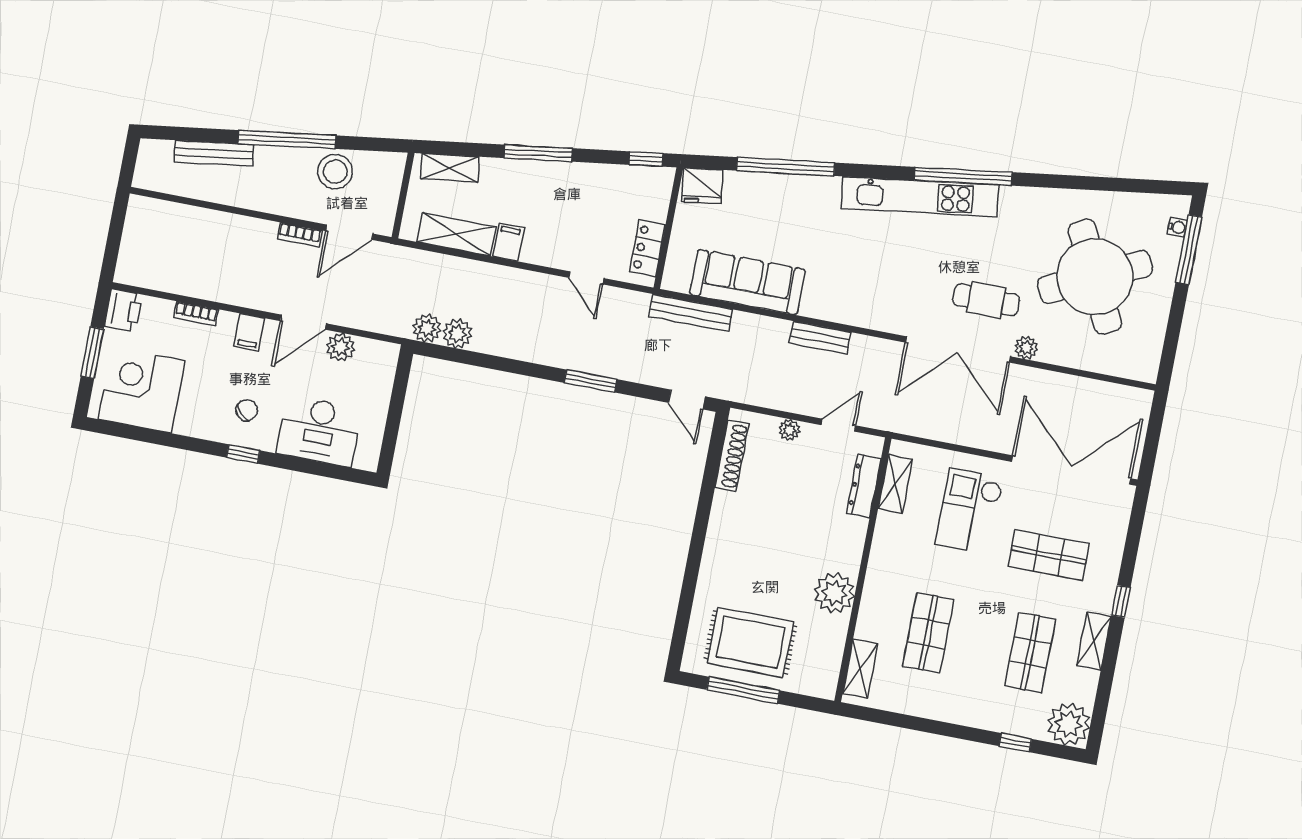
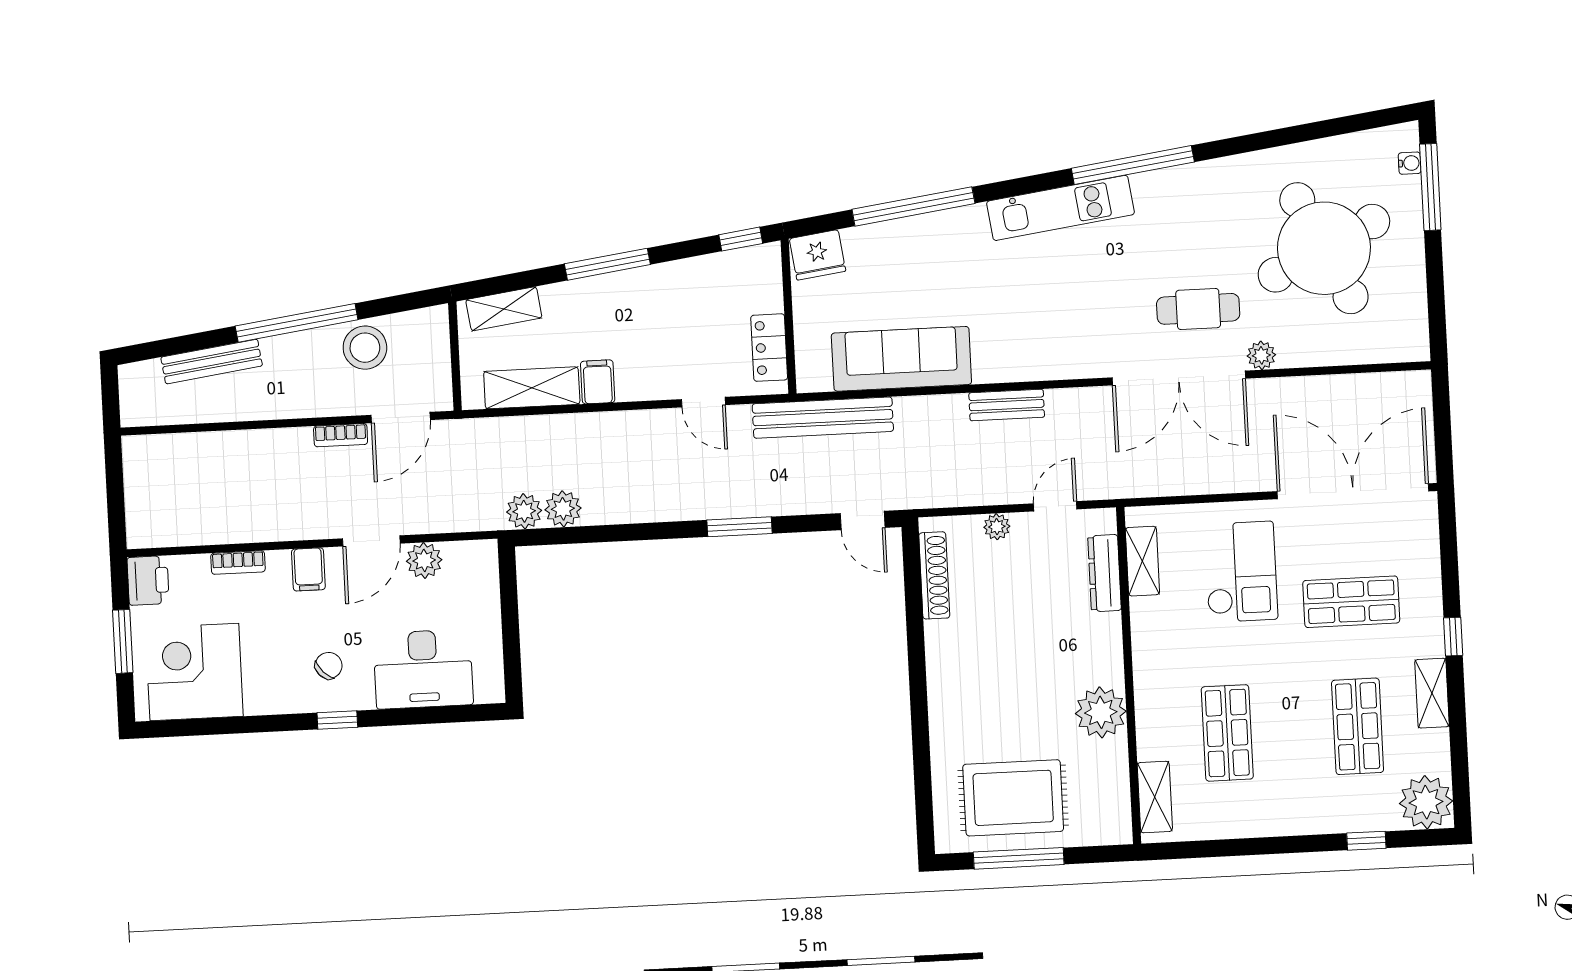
kitchen unit: (920, 197) -> (1061, 208), width x0.73
bench: (691, 313) -> (823, 418), width x1.37, depth x1.21
checkout: (969, 511) -> (1241, 572), turned 180

